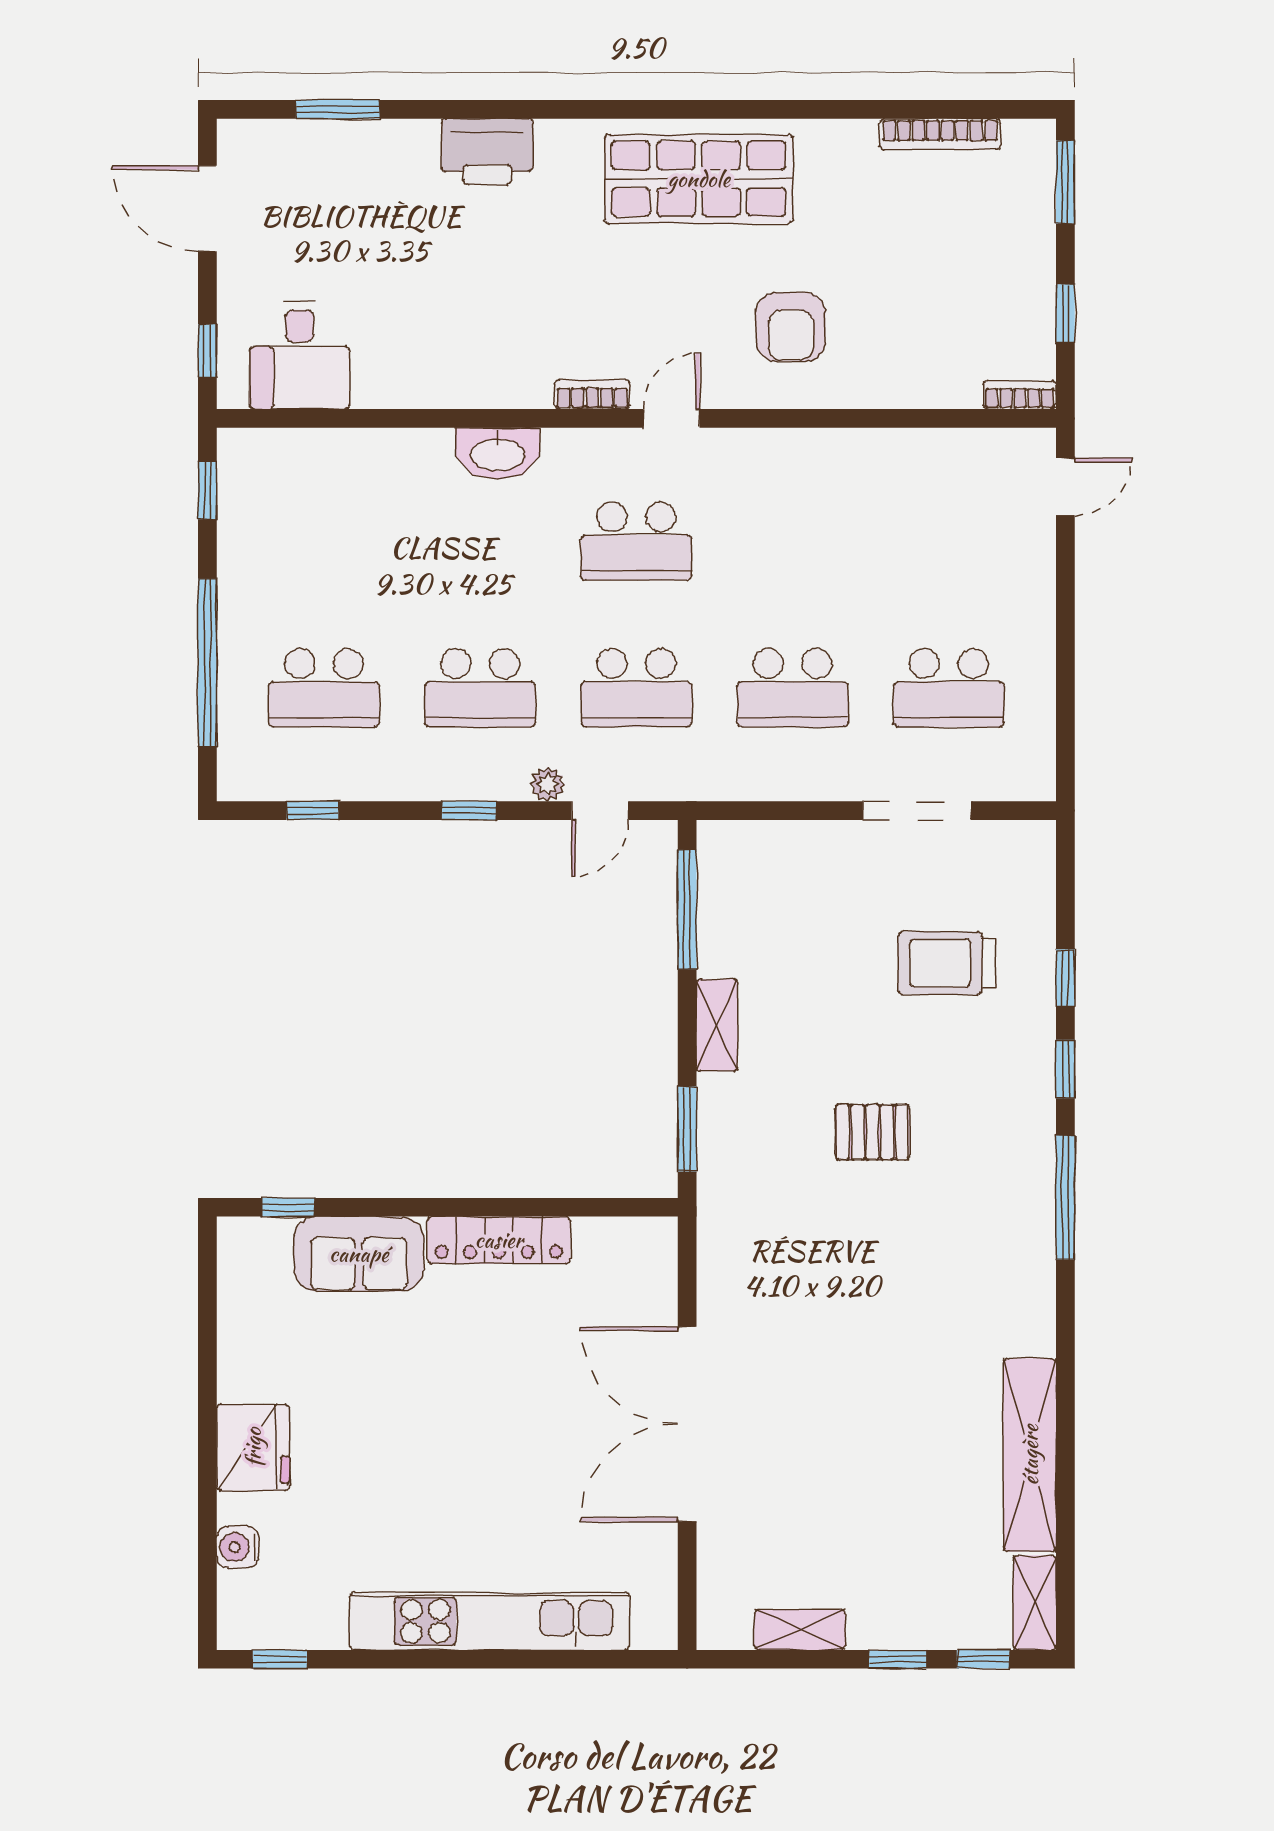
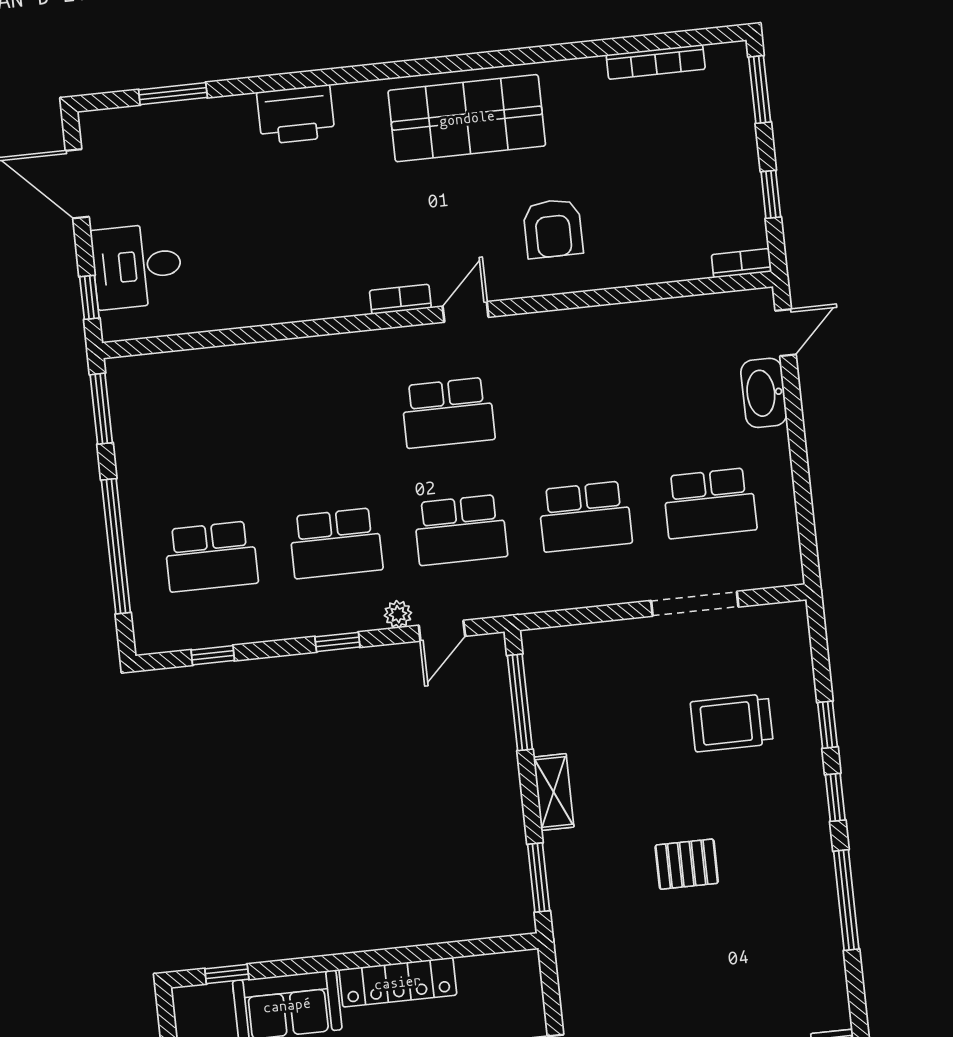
desk: (300, 355) -> (137, 266), moved, turned 90
washbasin: (497, 453) -> (764, 393), moved, turned 90
window: (207, 490) -> (101, 409), width x1.50

